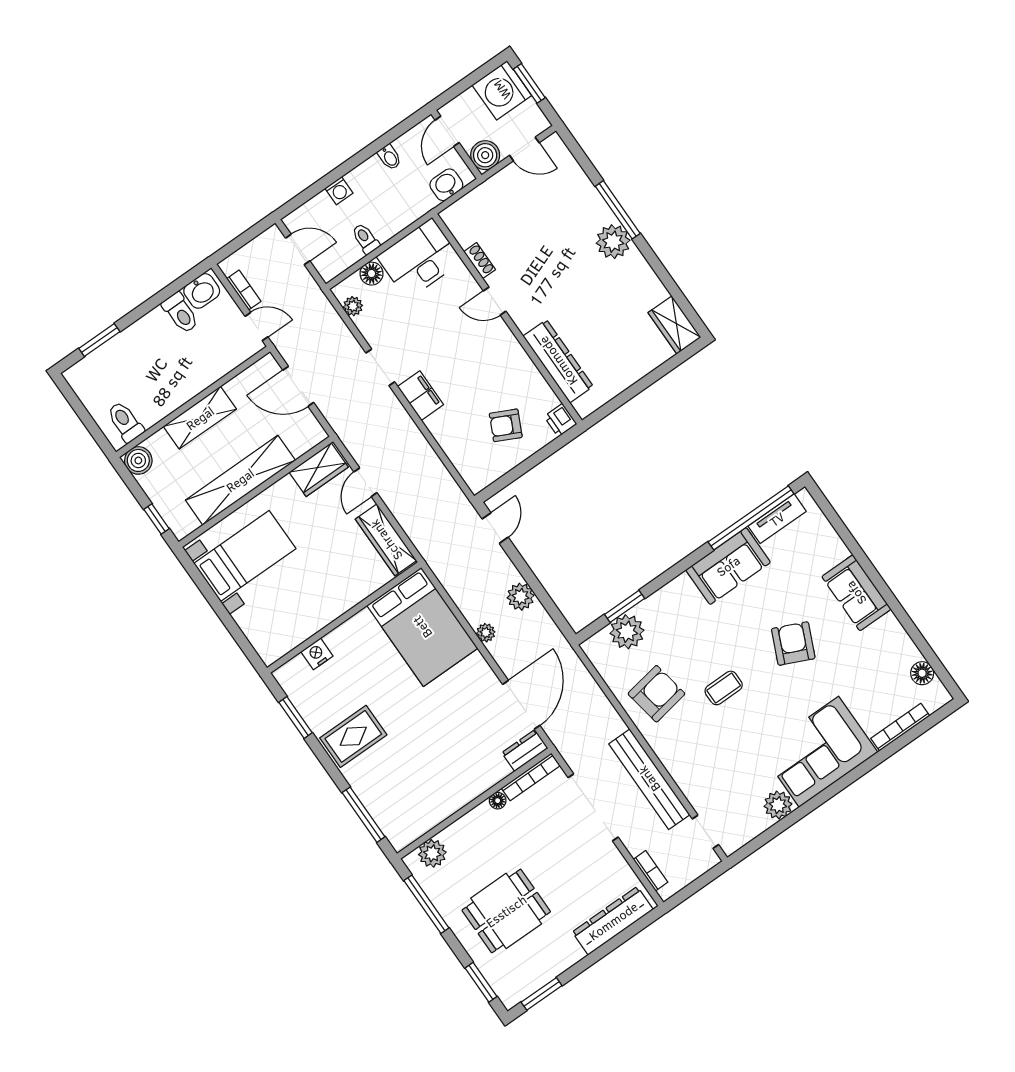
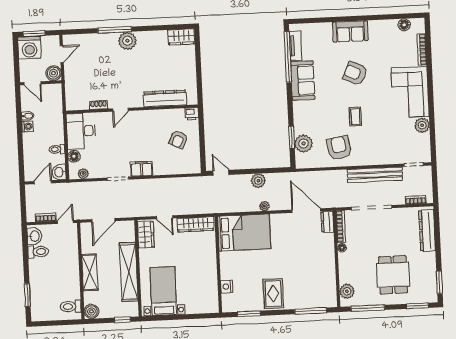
washbasin: (446, 185) -> (59, 172), moved
washing machine: (339, 191) -> (27, 126), moved

